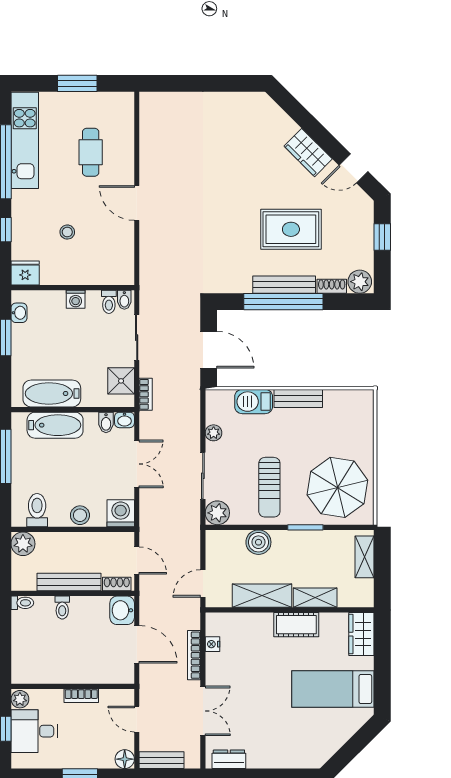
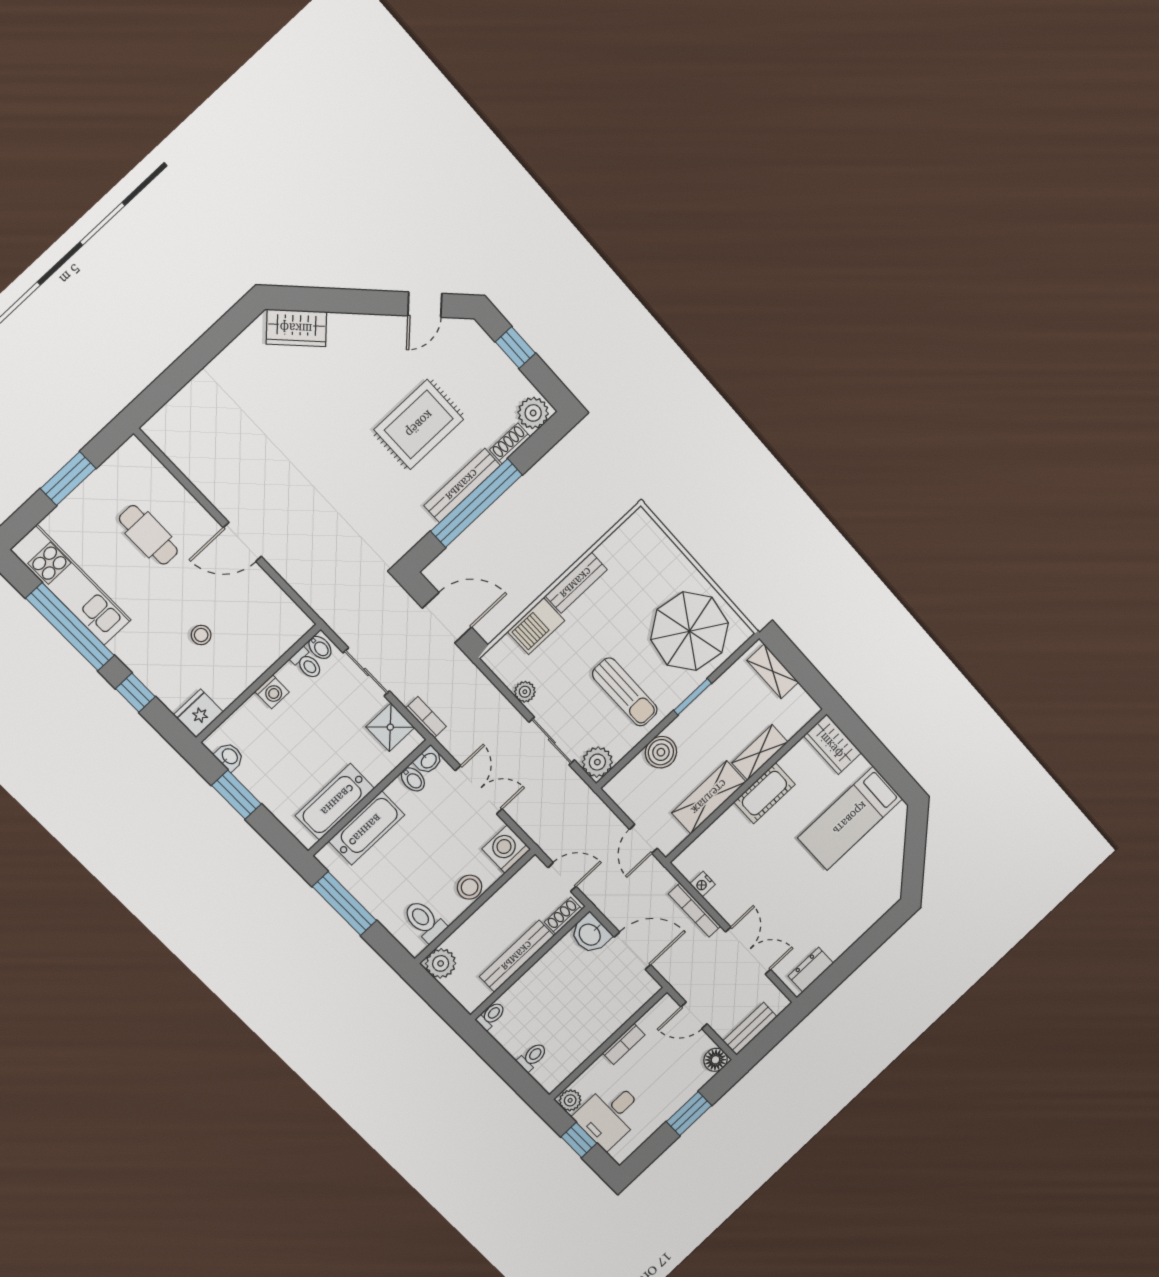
wardrobe: (308, 153) -> (296, 328), moved
toilet: (62, 608) -> (532, 1057), moved, turned -90

